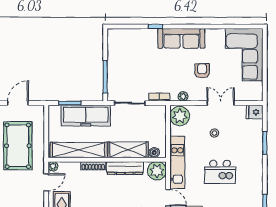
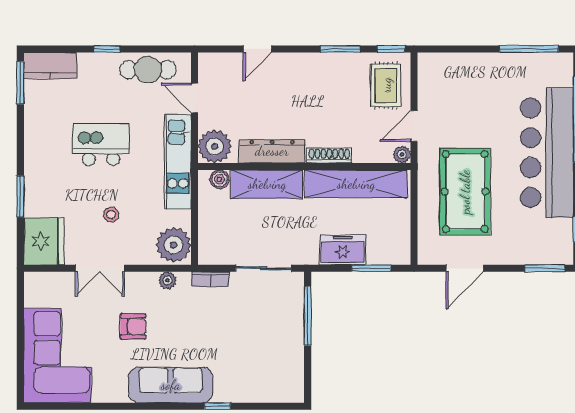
armchair: (202, 71) -> (133, 326), turned -90
fridge: (255, 112) -> (44, 241), width x1.88, depth x1.34
freezer: (86, 116) -> (343, 250), width x0.52, depth x0.79

